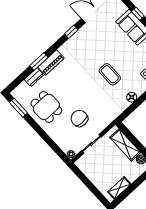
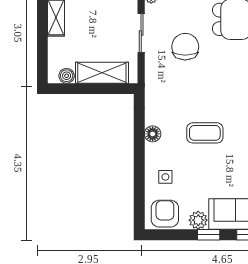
chair: (79, 118) -> (185, 47), turned -90

